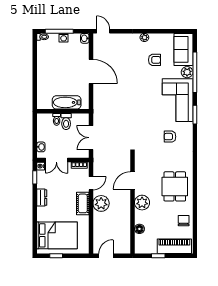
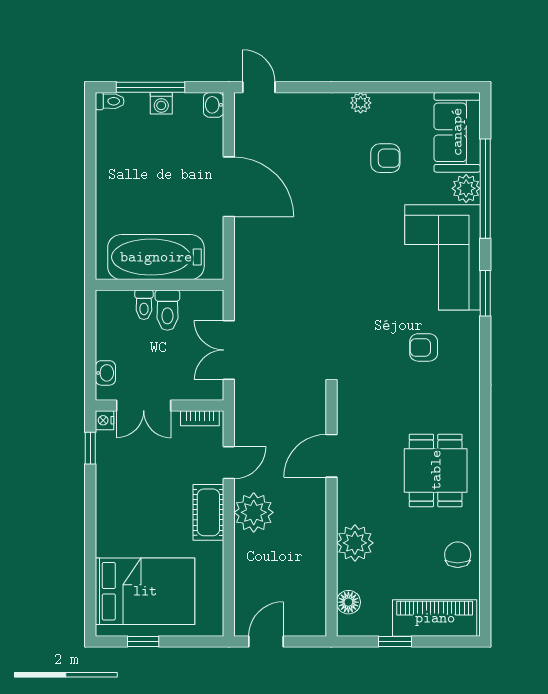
bathtub: (67, 102) -> (156, 257), width x1.36, depth x1.36
dresser: (42, 198) -> (107, 498), removed
plant: (142, 203) -> (355, 543), moved
floor lamp: (139, 229) -> (348, 602), moved

